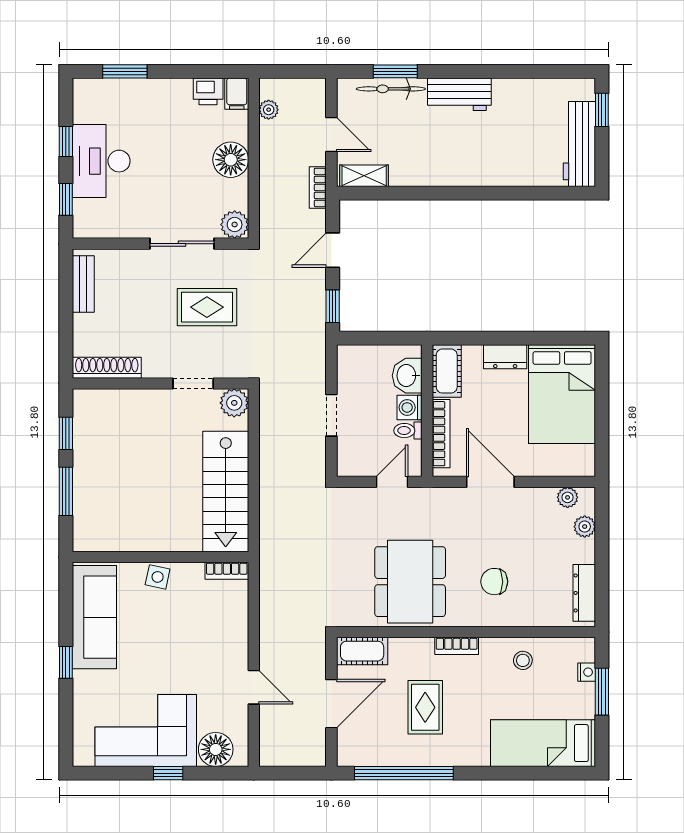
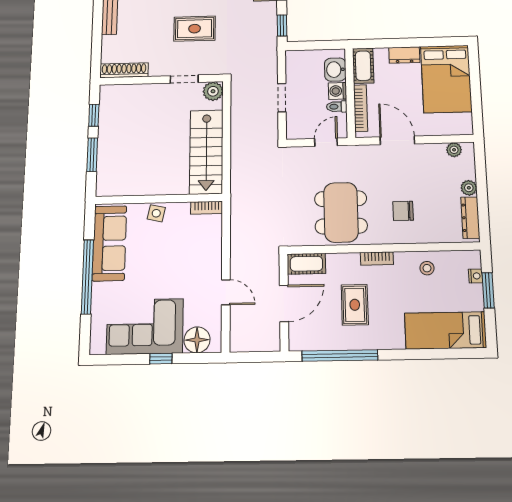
plant: (585, 527) -> (469, 188), moved
window: (66, 662) -> (87, 277), width x3.17

